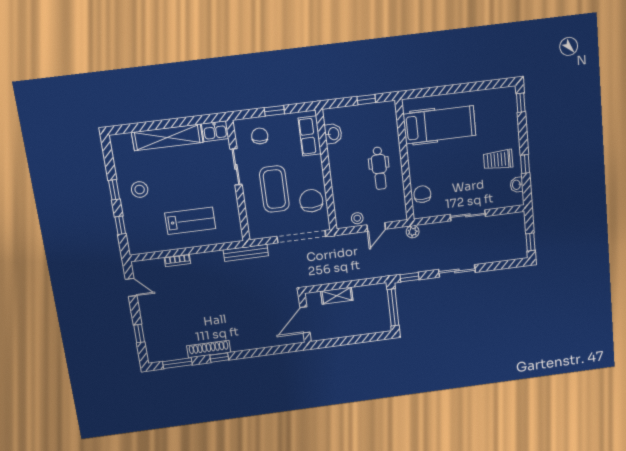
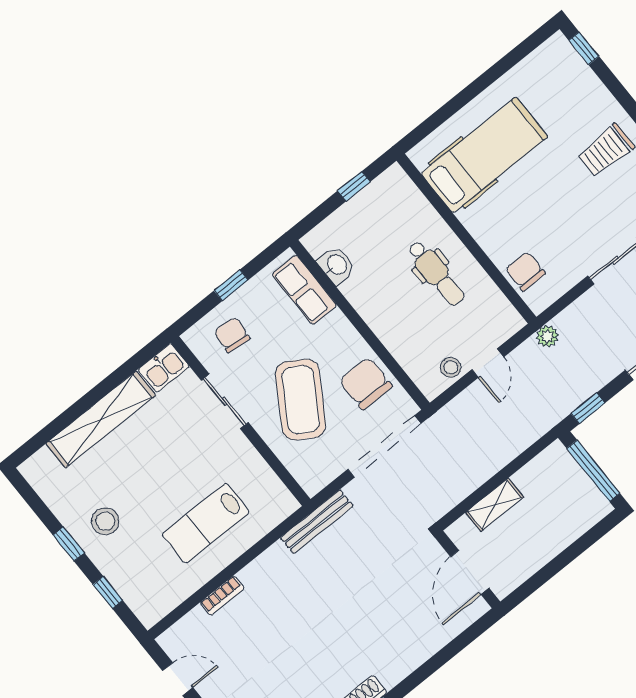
coffee table: (274, 189) -> (301, 400), turned 32
lab bench: (190, 221) -> (206, 523), turned 180

